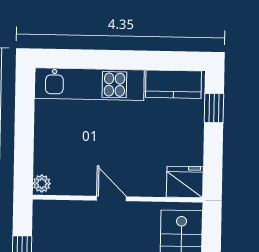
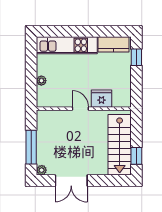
fridge: (185, 182) -> (101, 99), moved
plant: (42, 184) -> (41, 81), moved

